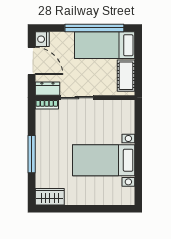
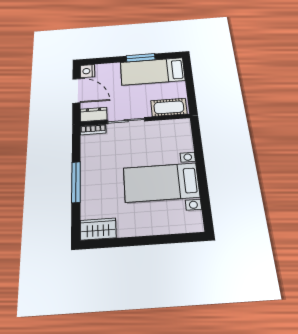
window: (94, 28) -> (141, 58), width x0.47
cot: (126, 76) -> (169, 107), moved, turned 90

